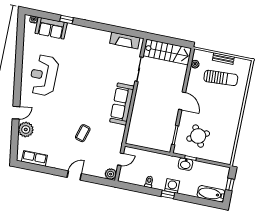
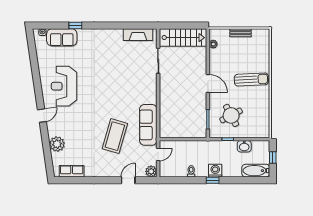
sun lounger: (221, 78) -> (251, 80), moved
sofa: (122, 104) -> (148, 125), moved
door: (16, 113) -> (42, 116), moved
coffee table: (83, 133) -> (115, 136), width x1.86, depth x1.72
washbasin: (185, 164) -> (244, 146), moved
door: (74, 175) -> (128, 180), moved

